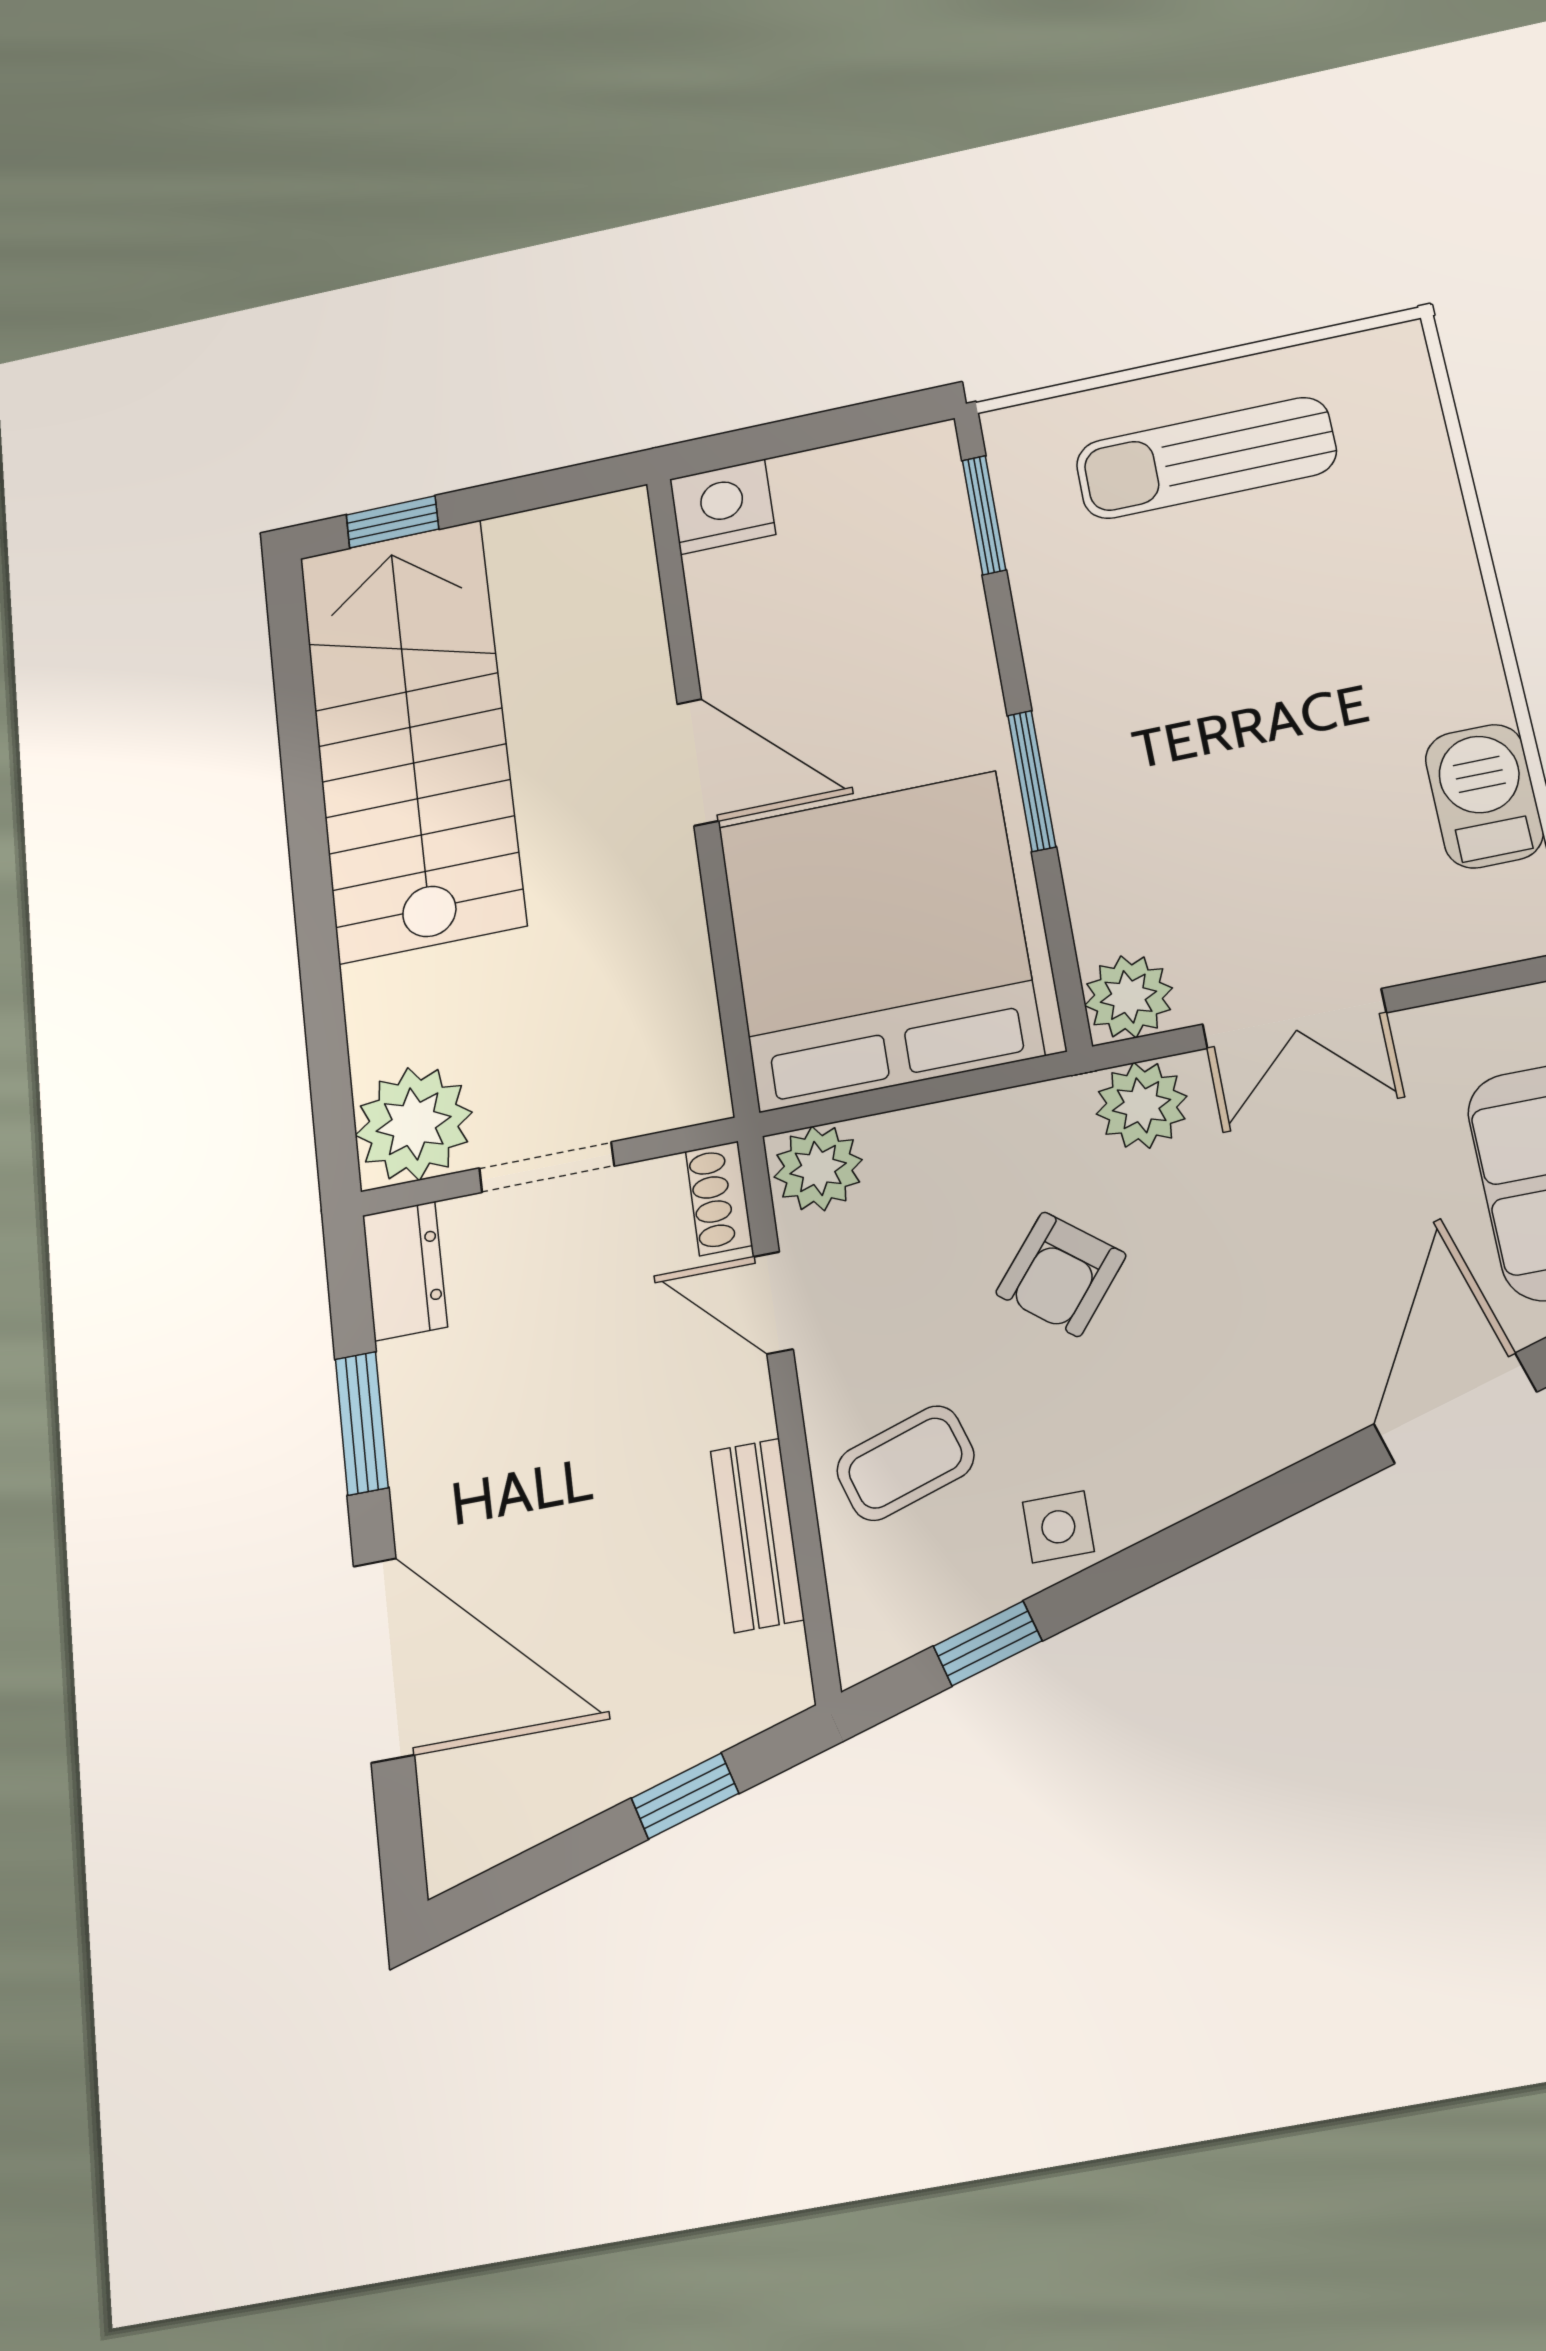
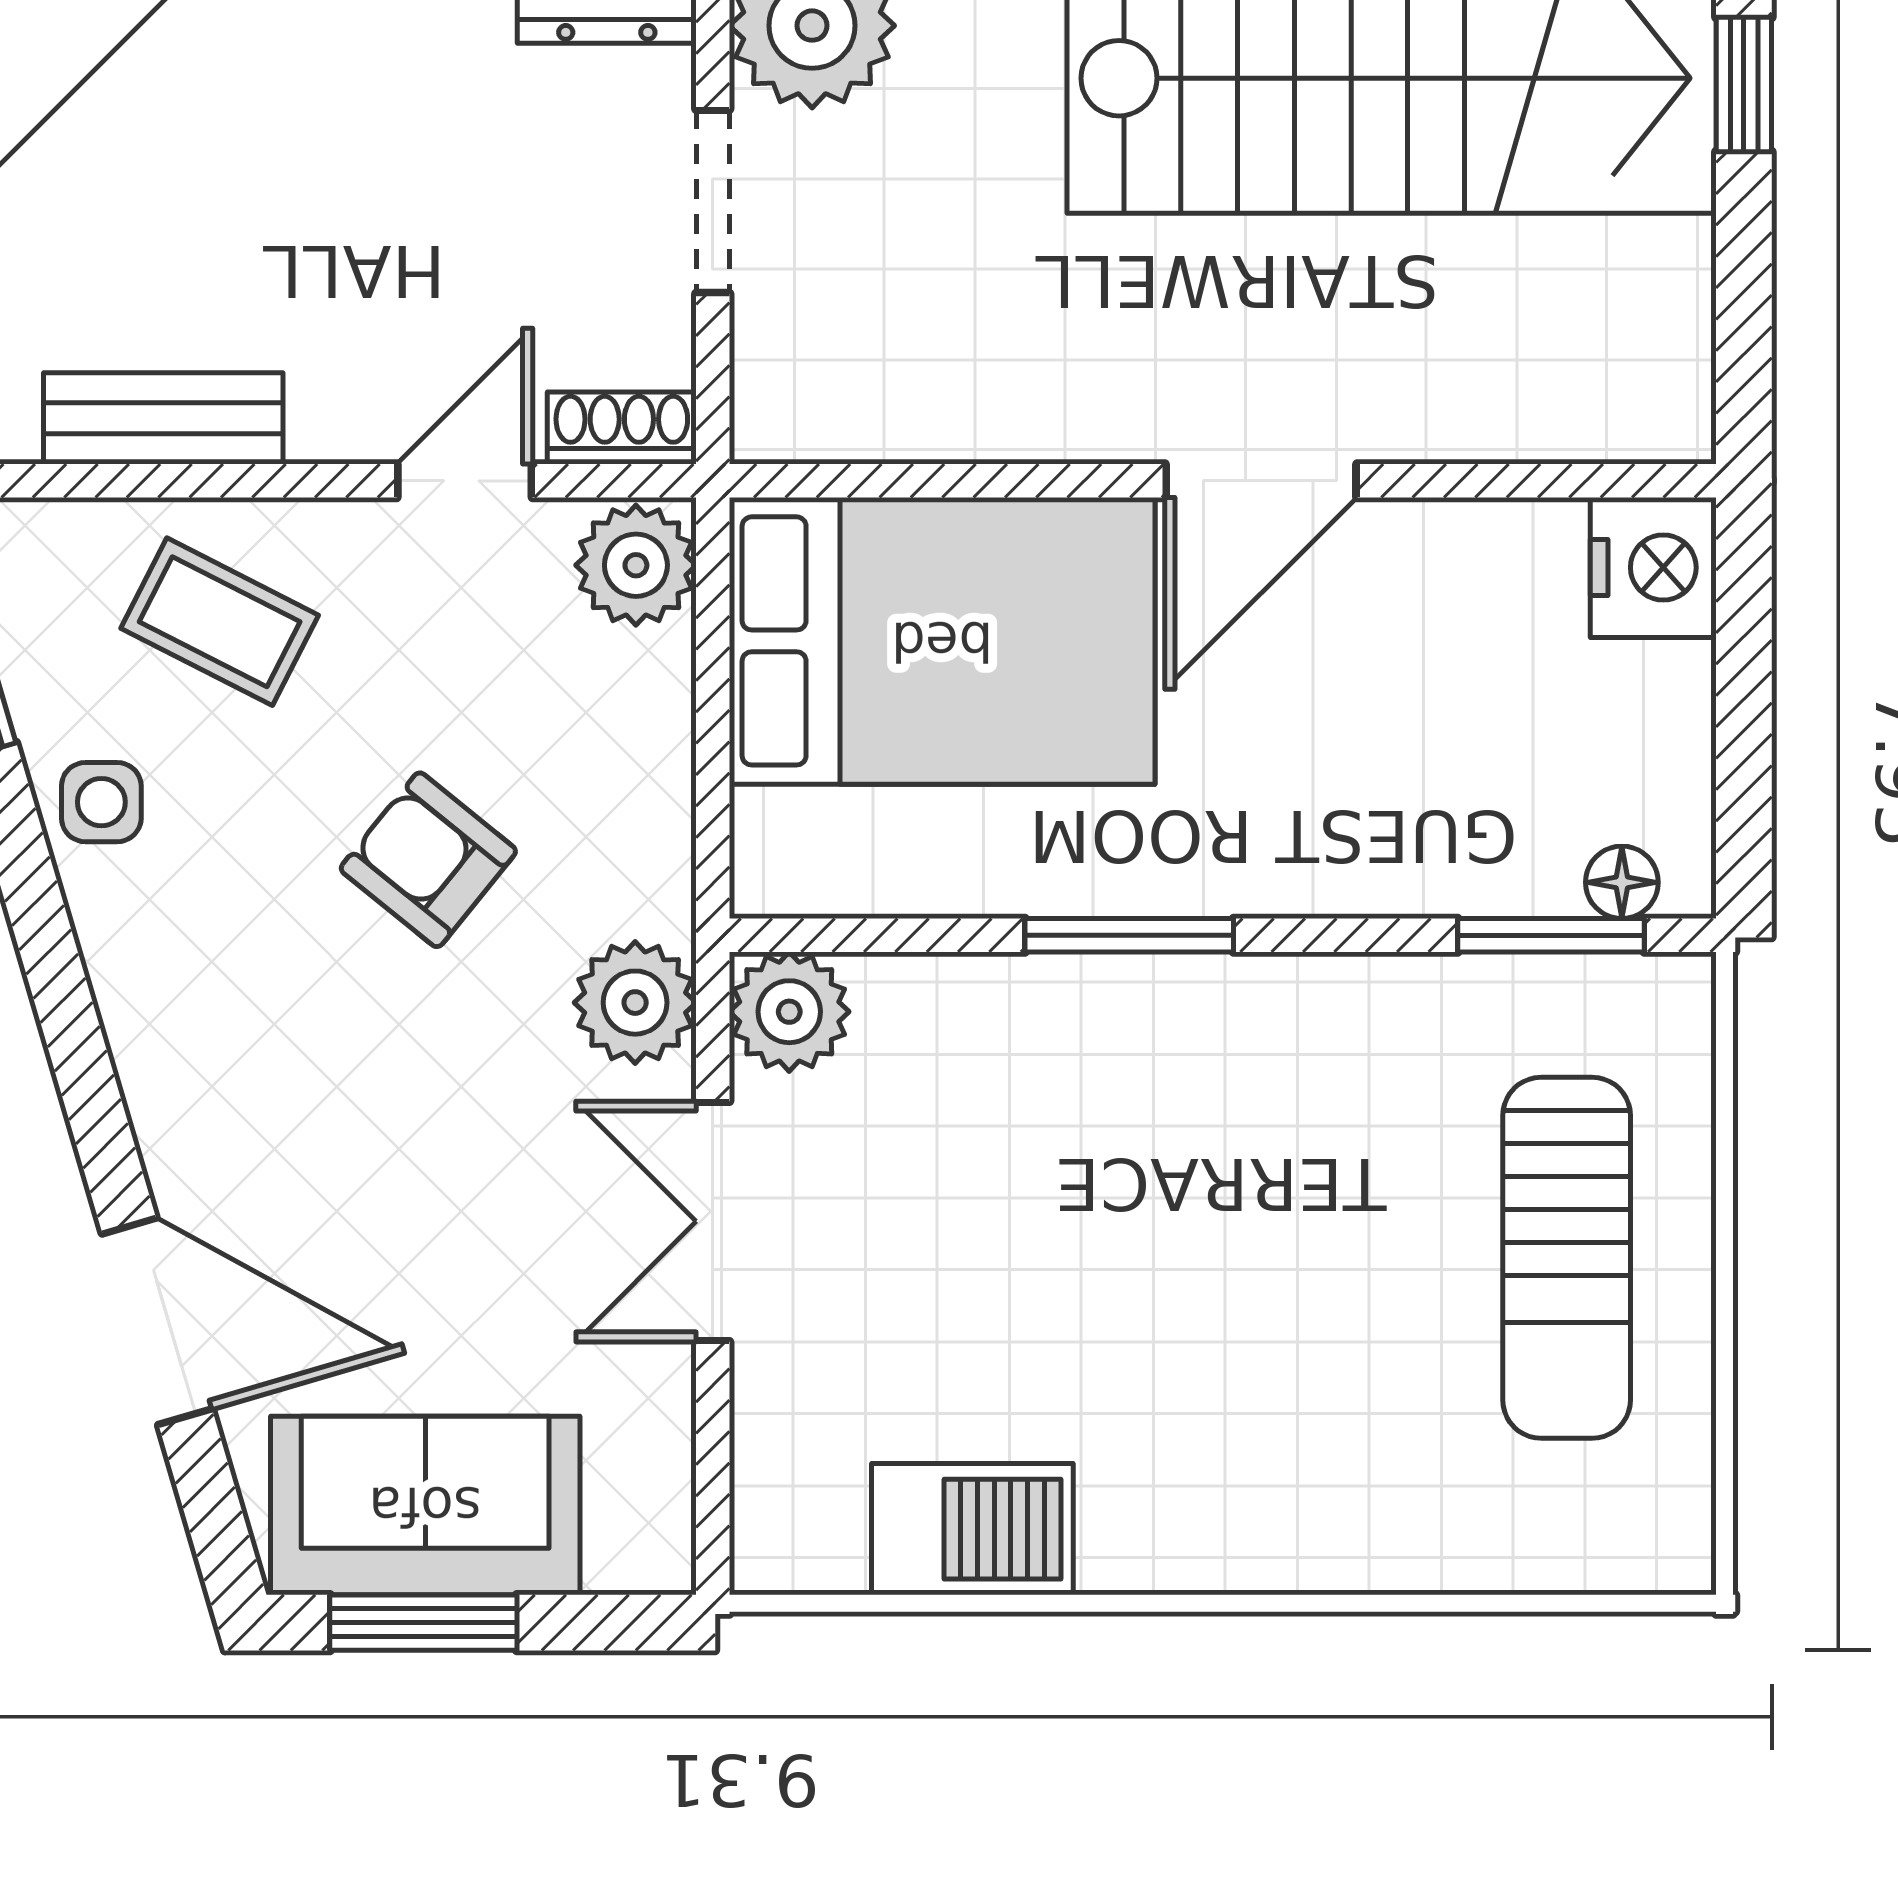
sun lounger: (1206, 458) -> (1567, 1258), turned 180
floor lamp: (940, 480) -> (1622, 882), added
bed: (879, 940) -> (942, 641), width x0.73
coffee table: (905, 1463) -> (220, 622), turned -45

